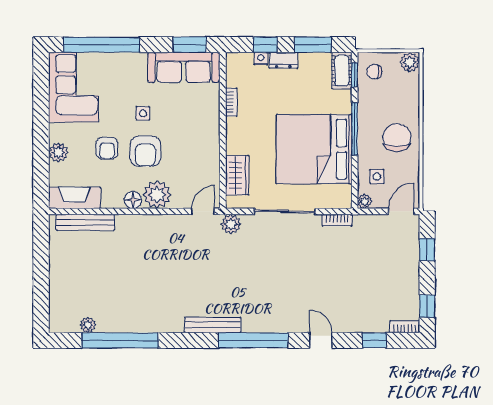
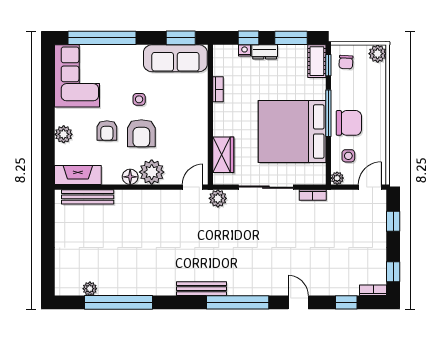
chair: (374, 72) -> (346, 62), turned -87
chair: (397, 138) -> (349, 123), moved, turned 90

